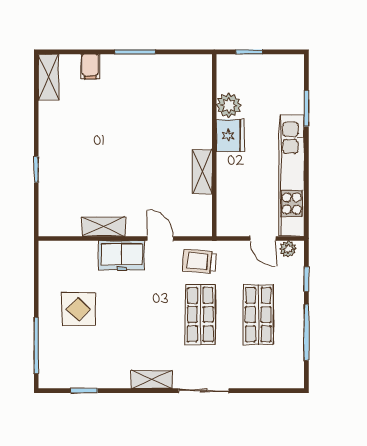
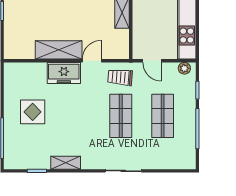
shelving: (104, 227) -> (59, 50), width x1.50, depth x1.33
door: (160, 238) -> (92, 61), hinge flipped
door: (263, 238) -> (152, 61), moved
shelving: (152, 379) -> (66, 163), moved

